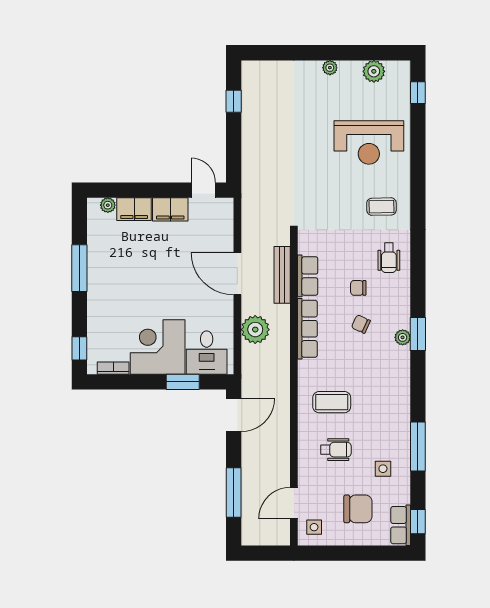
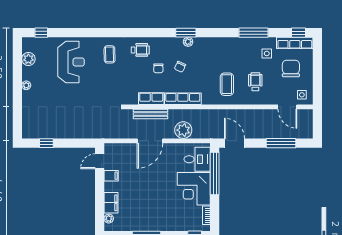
filing cabinet: (170, 209) -> (111, 176), width x0.50
window: (183, 382) -> (215, 174), width x2.11
row of seats: (401, 525) -> (295, 43), width x1.48

